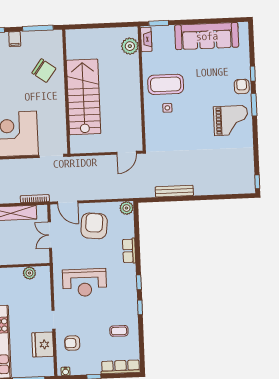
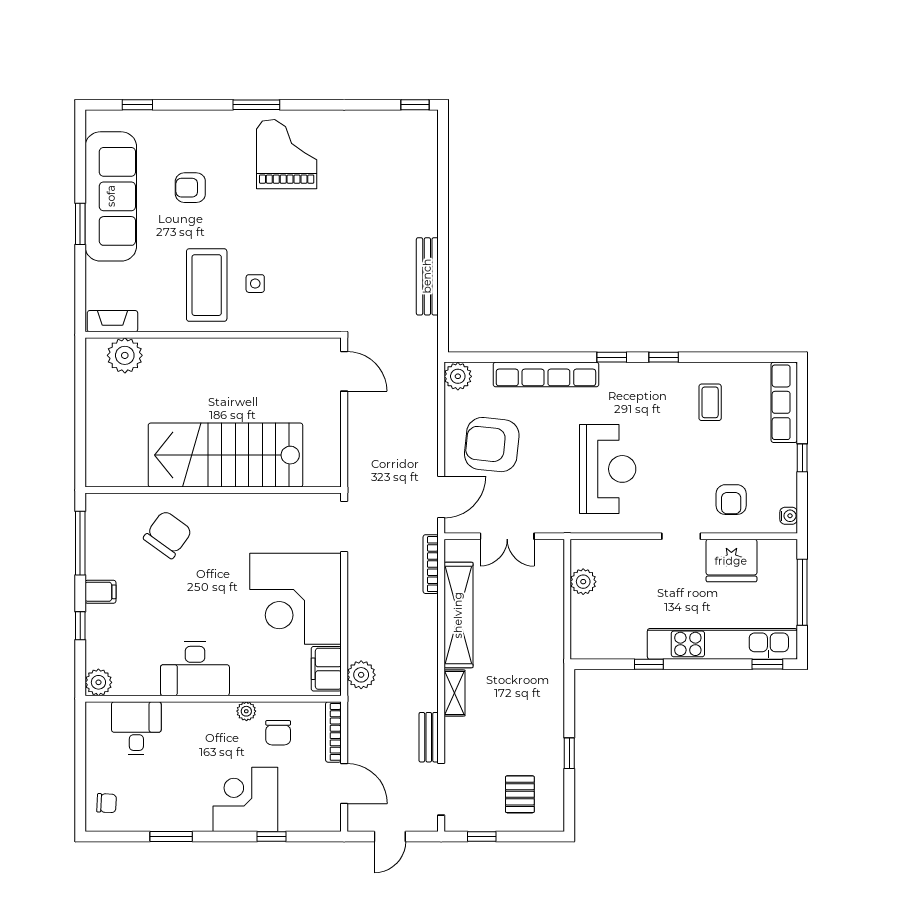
window: (159, 23) -> (80, 224), moved
window: (253, 74) -> (137, 105), moved
armchair: (242, 86) -> (190, 188), moved
row of seats: (129, 251) -> (546, 374), width x2.02

